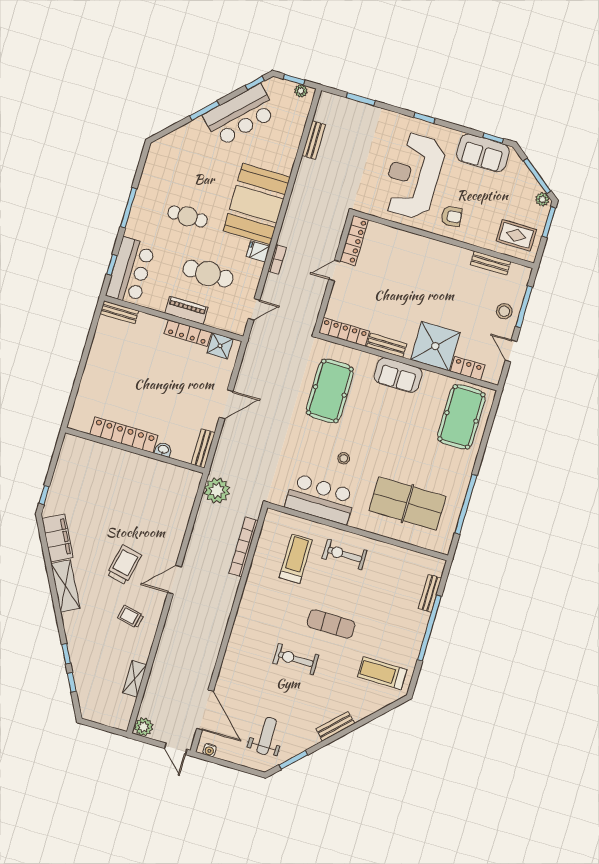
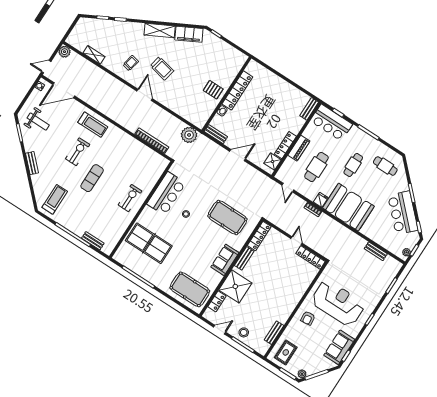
cafe table: (174, 165) -> (385, 166), added
door: (226, 404) -> (238, 155), swing flipped
pallet: (134, 473) -> (213, 90), added
table tennis table: (407, 503) -> (149, 243), turned 90
treadmill: (296, 559) -> (93, 125), moved

